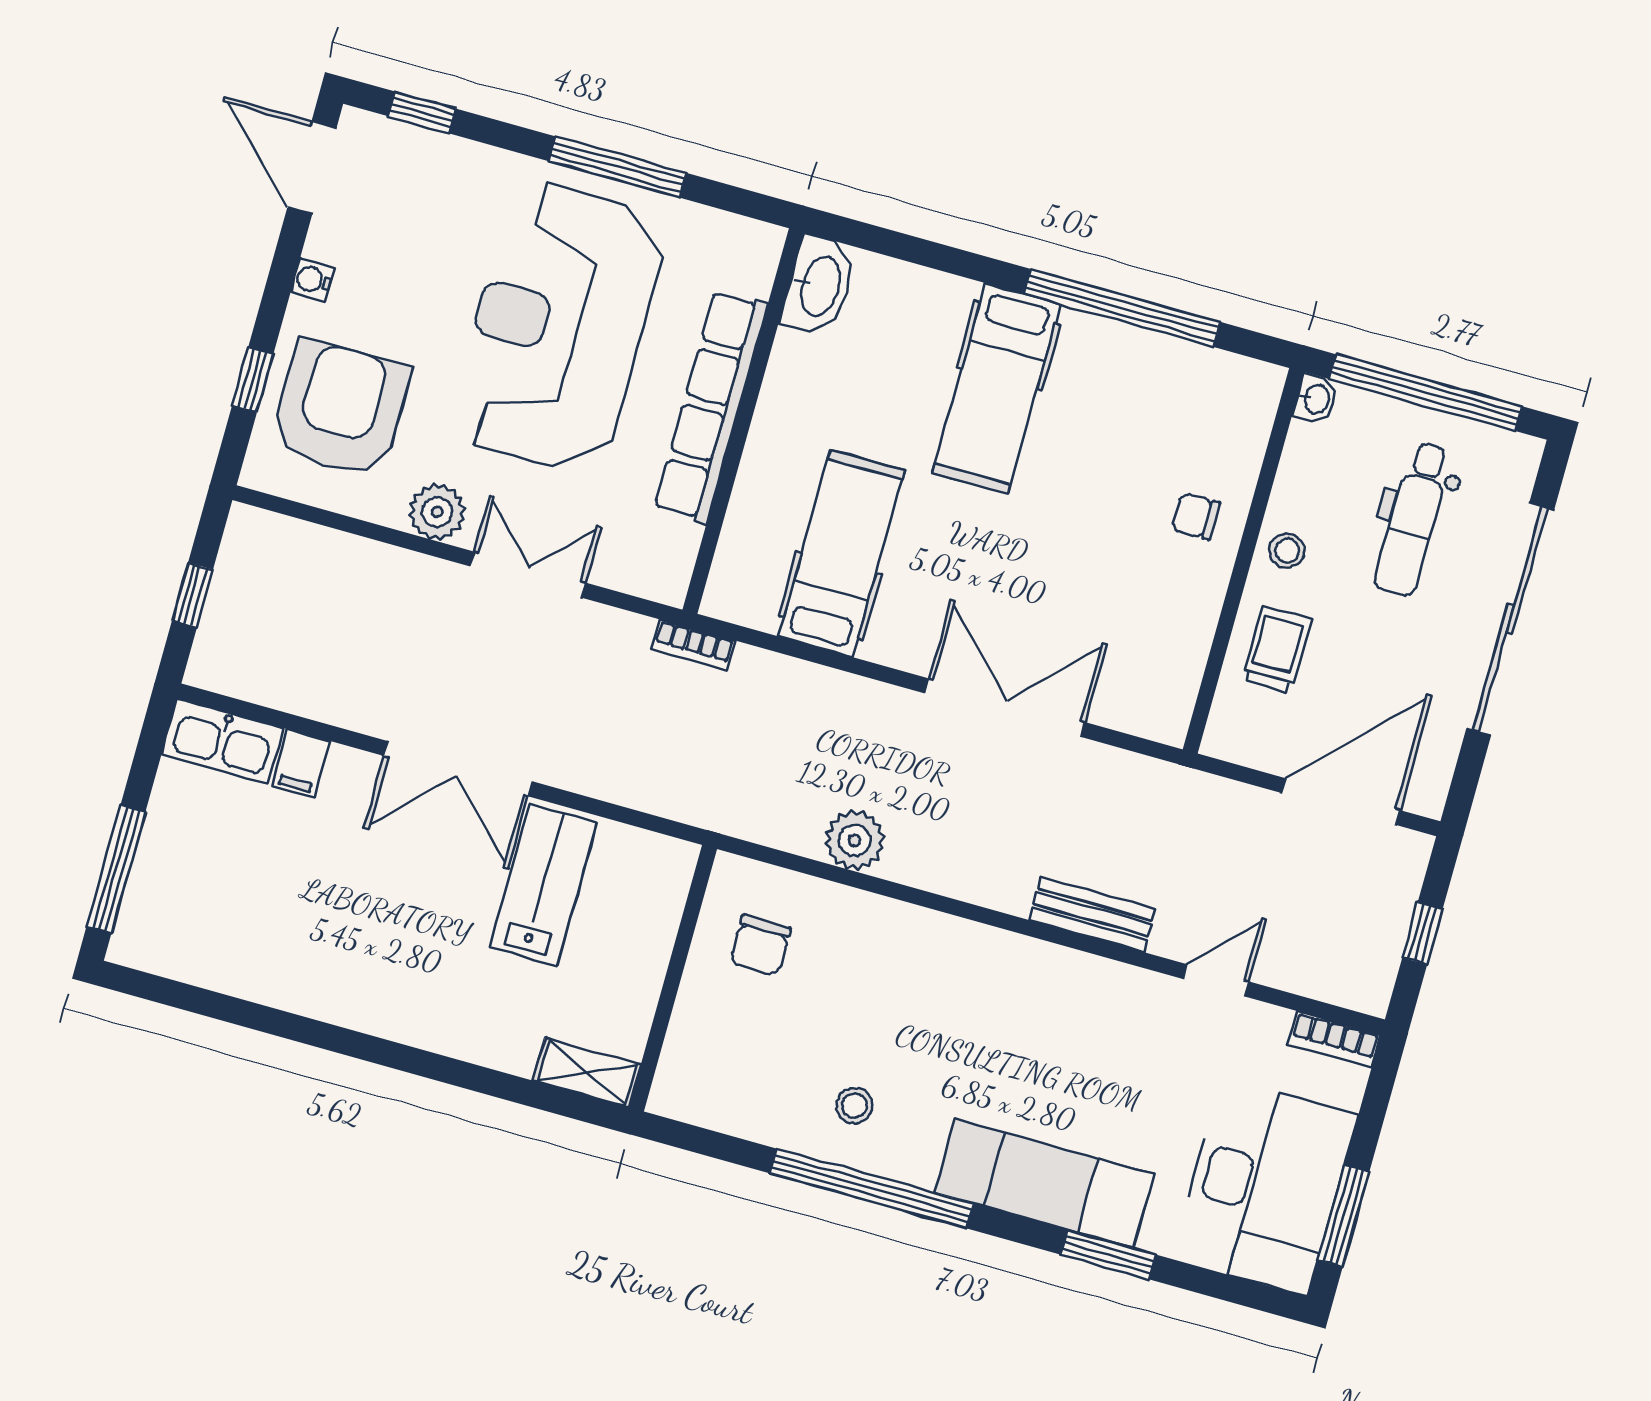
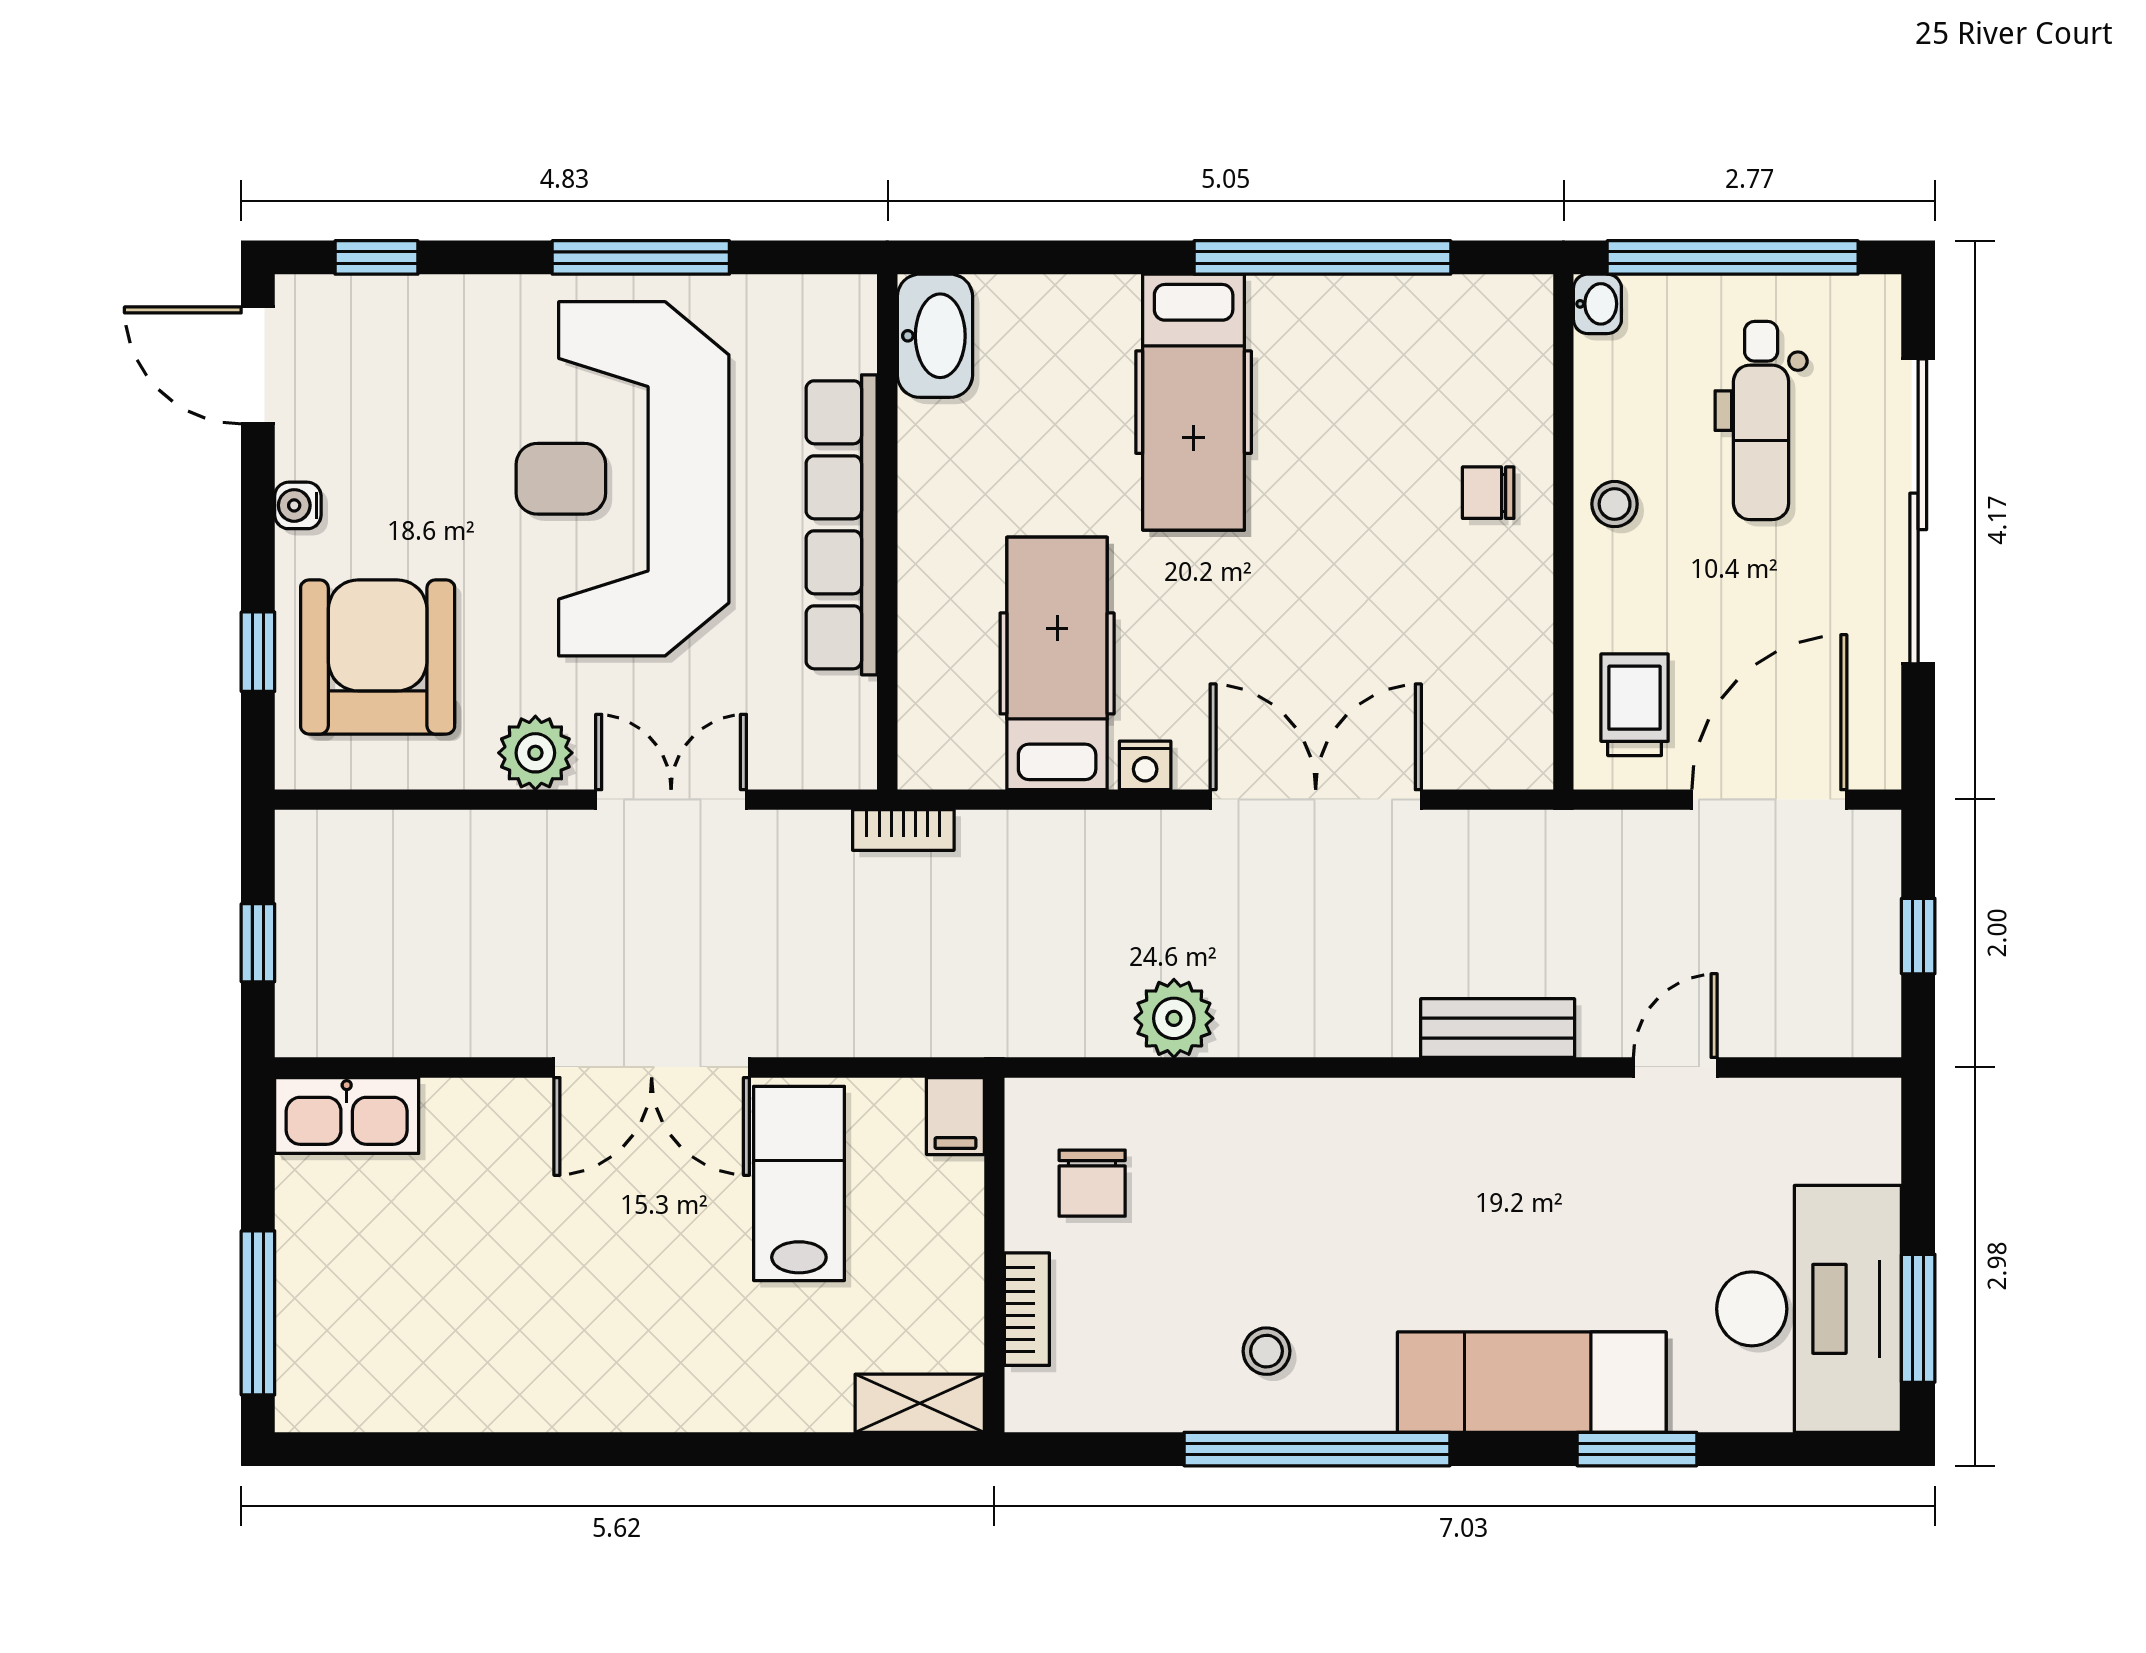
nightstand: (886, 647) -> (1145, 765), added
trolley: (1276, 650) -> (1635, 705), moved
filing cabinet: (301, 764) -> (955, 1116), moved
bookcase: (1335, 1039) -> (1027, 1309), moved, turned -90

